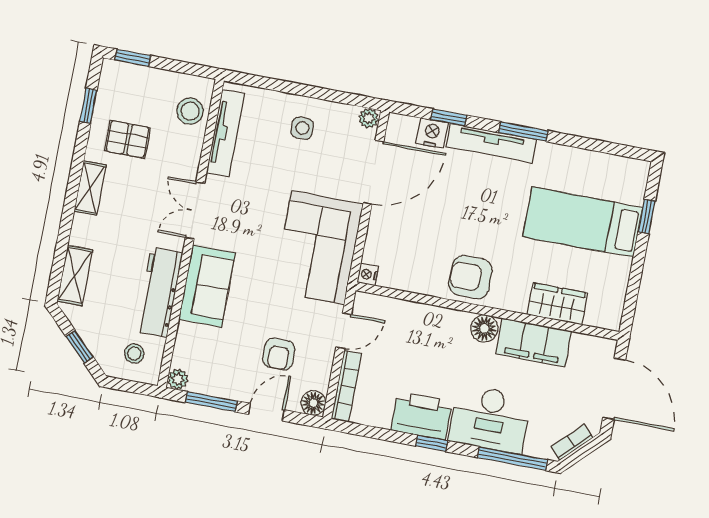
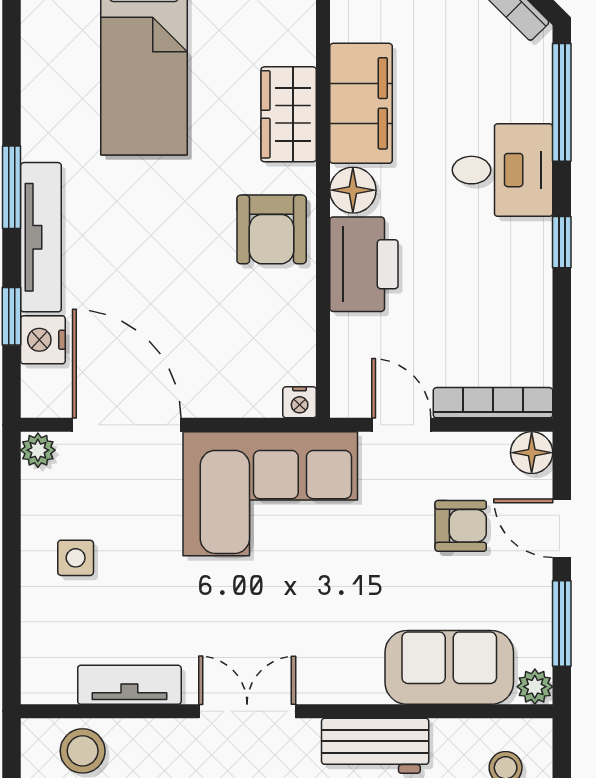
tv unit: (225, 133) -> (129, 685), width x0.71
double door: (195, 210) -> (247, 711), swing flipped
sofa: (207, 286) -> (449, 667), moved
workbench: (159, 292) -> (375, 746), width x0.73
wardrobe: (557, 304) -> (289, 114), moved
printer: (422, 416) -> (364, 264), moved, turned 180
desk: (490, 419) -> (503, 170), width x0.73

